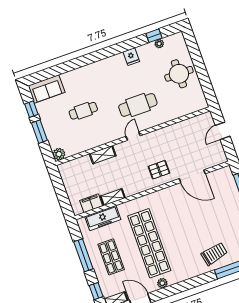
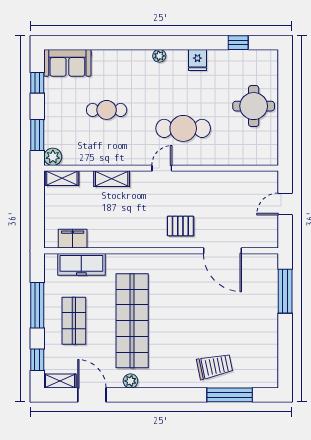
plant: (159, 44) -> (159, 56), moved
window: (39, 132) -> (37, 135), moved
shelving: (113, 197) -> (62, 178), moved

